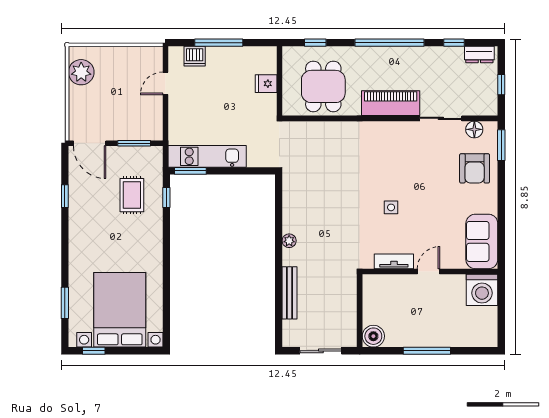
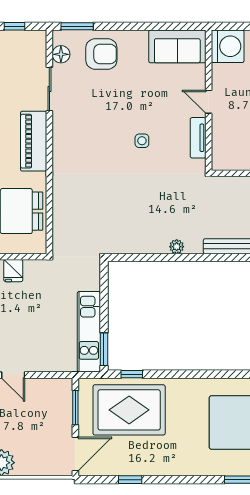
rug: (132, 195) -> (129, 410), width x1.86, depth x2.06

